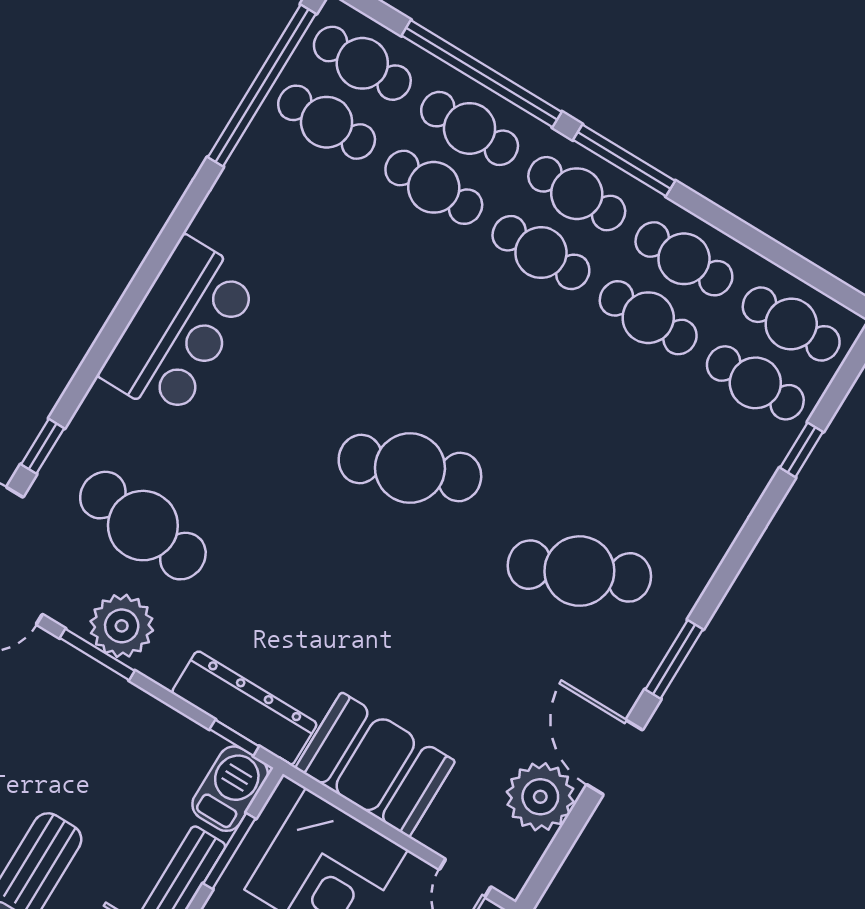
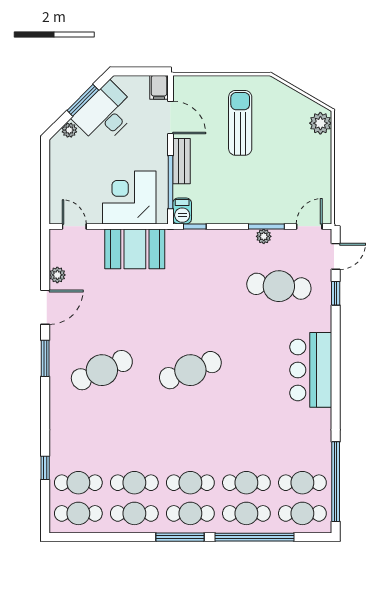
plant: (122, 626) -> (264, 236), width x0.53, depth x0.53
dresser: (244, 708) -> (198, 240), removed
door: (615, 757) -> (45, 307), hinge flipped
barbecue: (230, 789) -> (182, 211), width x0.73, depth x0.79
plant: (540, 797) -> (57, 275), width x0.53, depth x0.53
window: (229, 851) -> (170, 182), width x1.44

